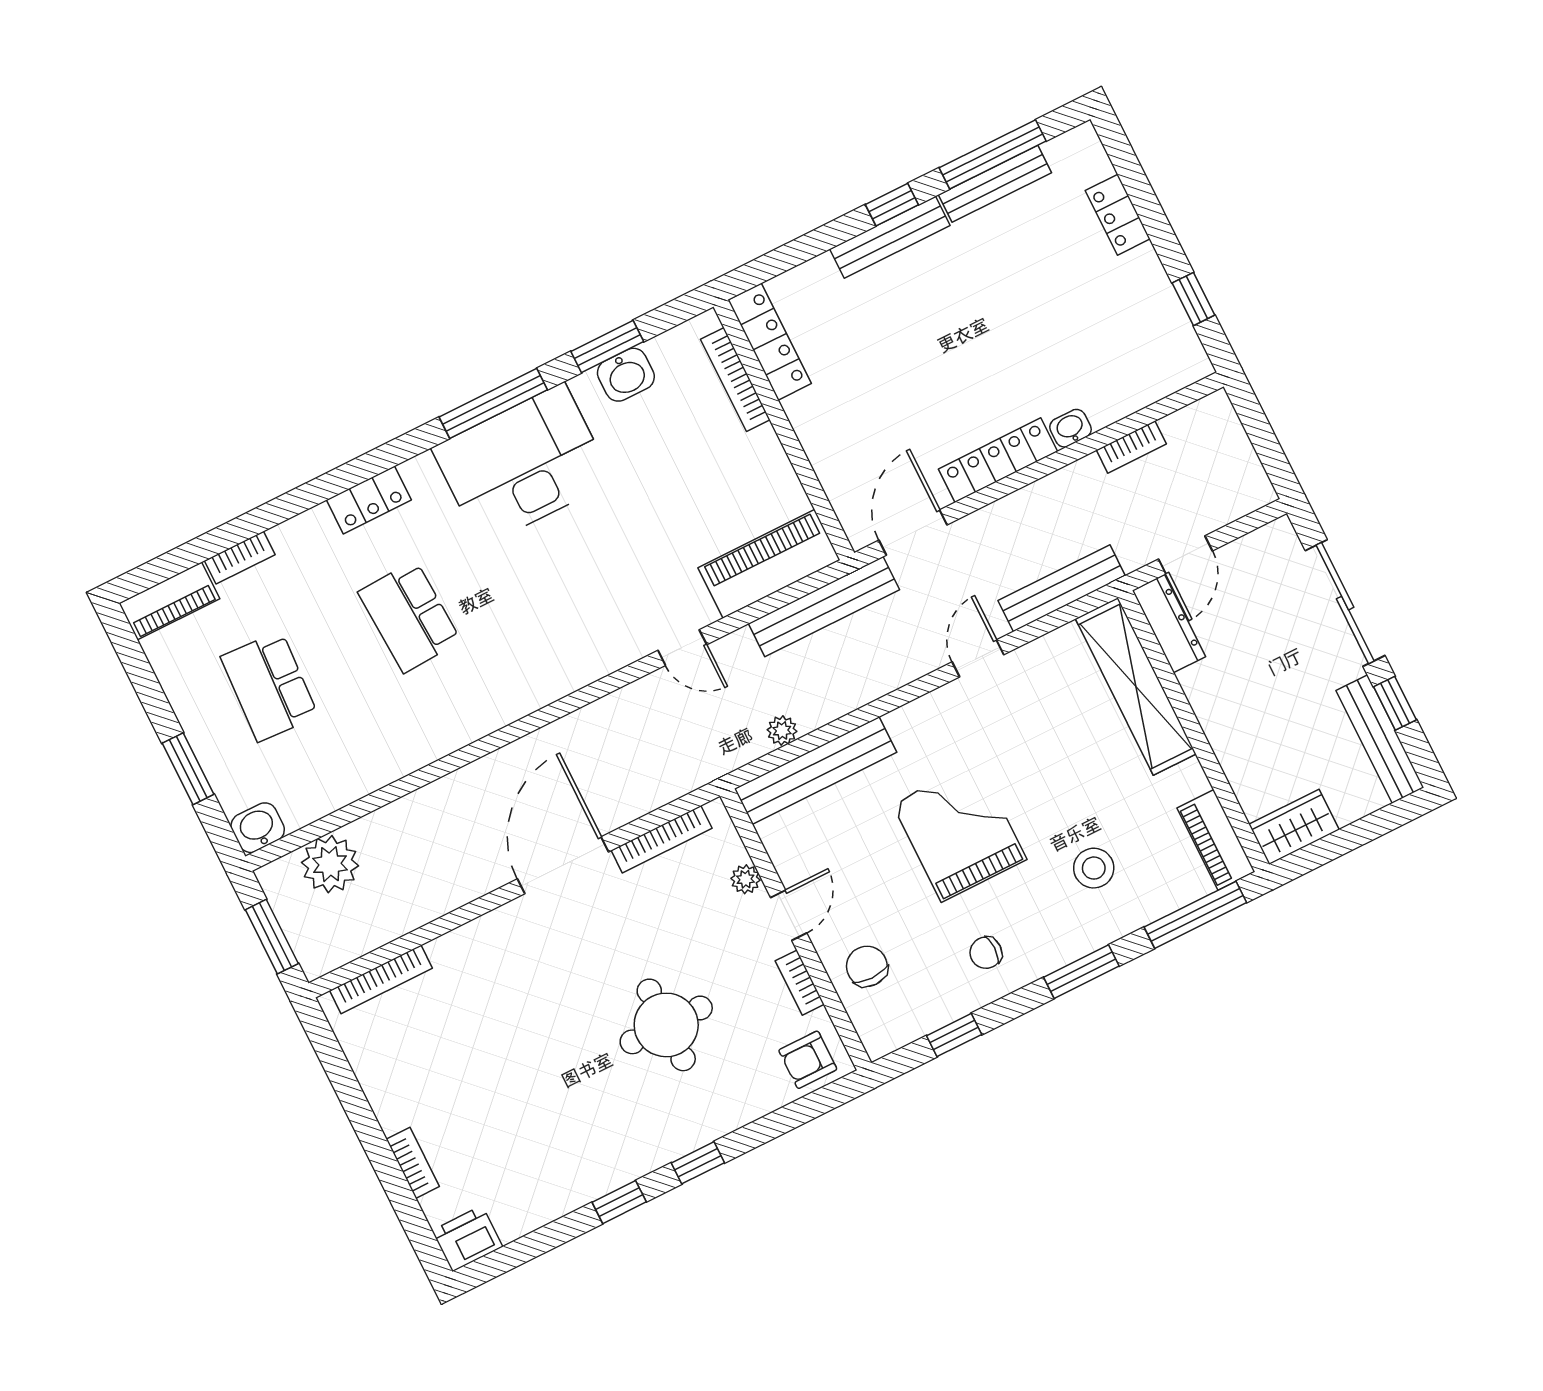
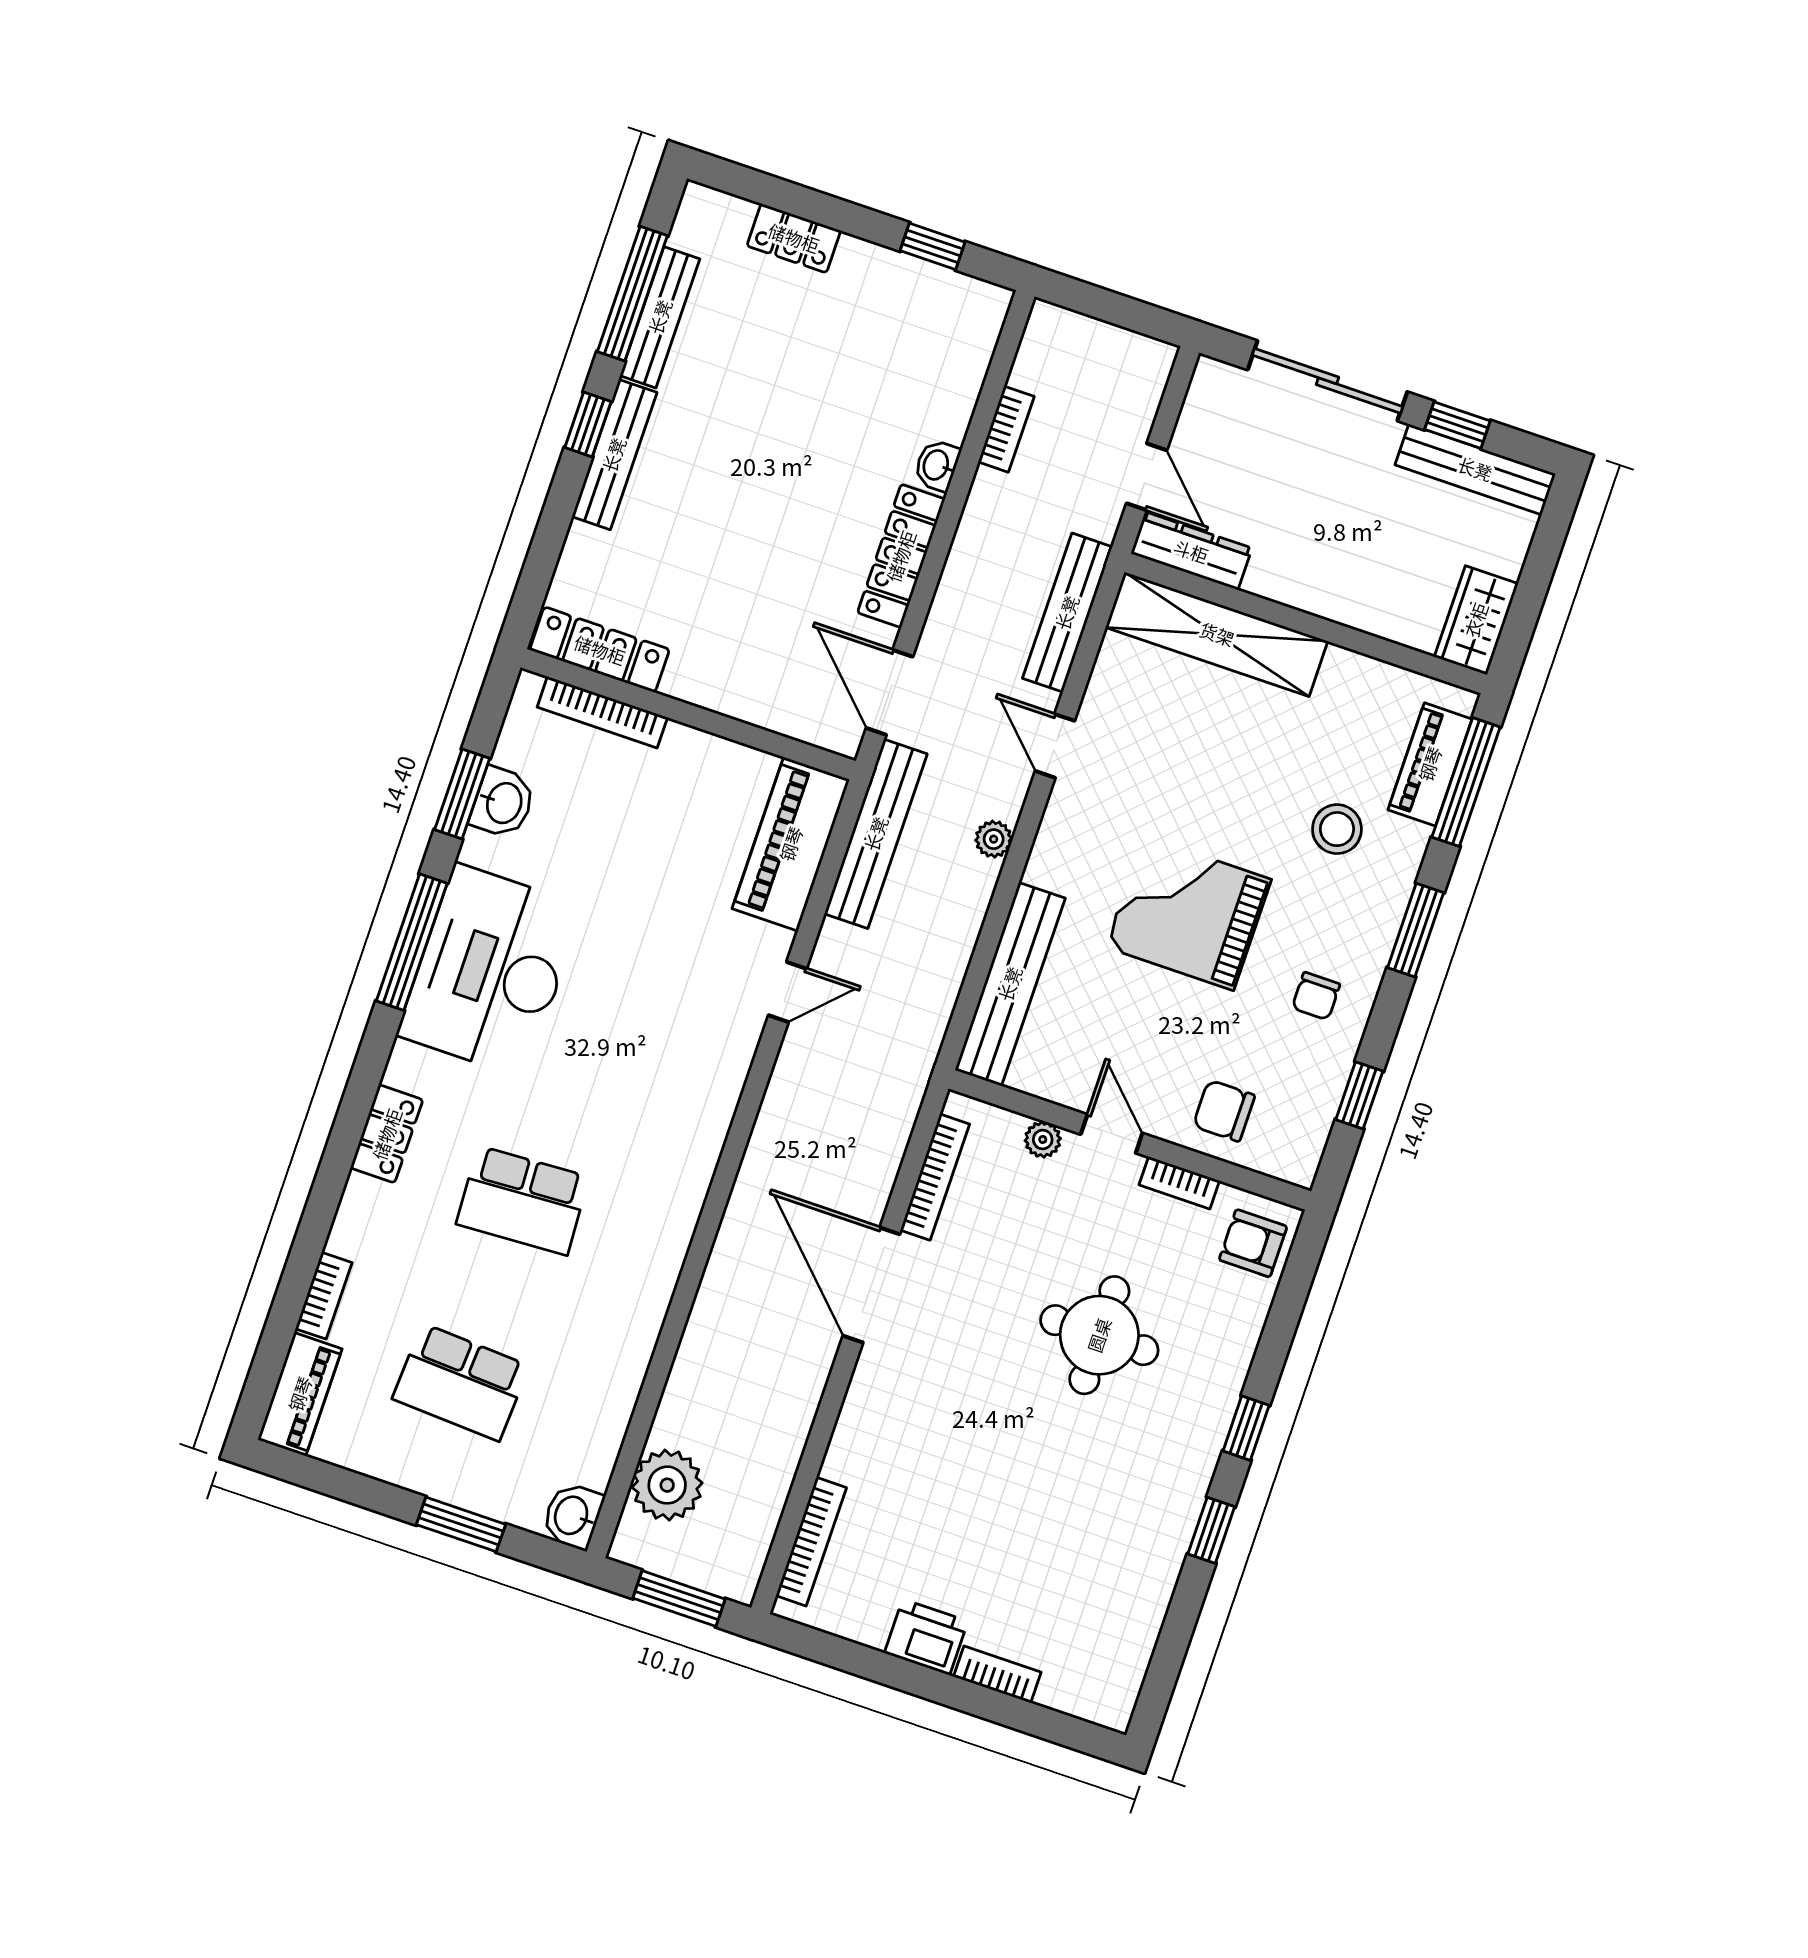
plant: (782, 731) -> (994, 839), moved
piano: (1216, 840) -> (1430, 764), moved, turned 90
armchair: (808, 1060) -> (1253, 1243), turned 90
printer: (467, 1239) -> (926, 1637), moved, turned 90

